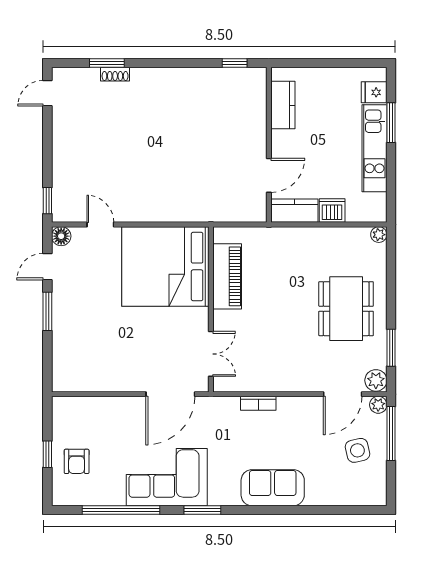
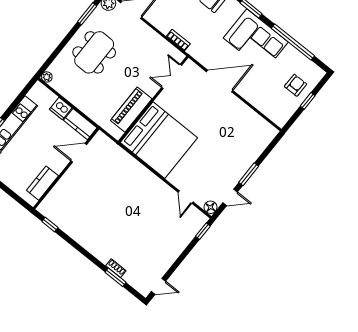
bed: (165, 266) -> (159, 140), moved
piano: (227, 276) -> (131, 110), moved
wall: (211, 309) -> (153, 99), moved
double door: (211, 354) -> (172, 76), moved

